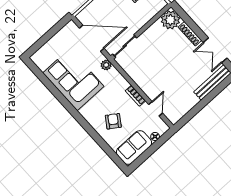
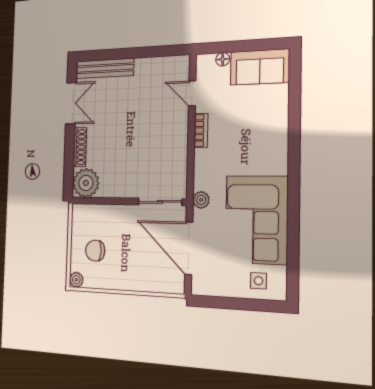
side table: (48, 54) -> (258, 281), added
door: (156, 109) -> (192, 93), hinge flipped
armchair: (113, 121) -> (255, 122), removed

